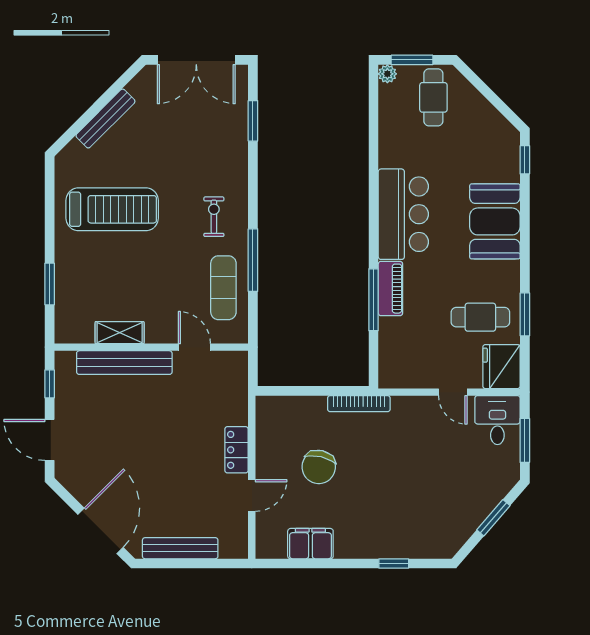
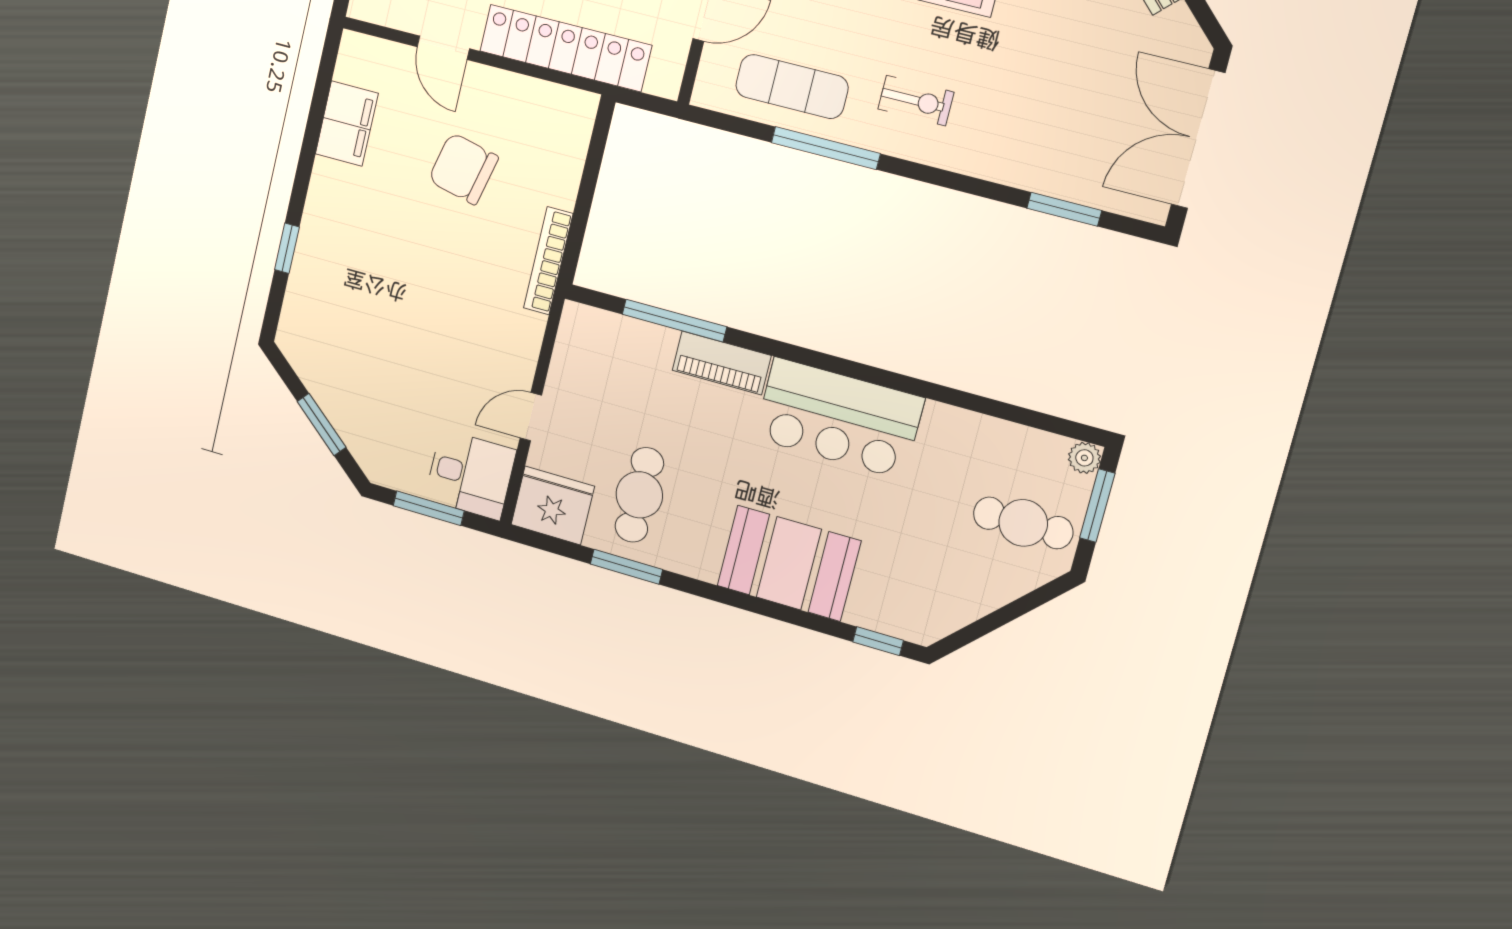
window: (373, 300) -> (674, 321), moved
locker: (237, 450) -> (565, 48), width x2.16, depth x1.21

